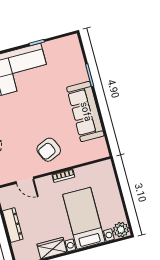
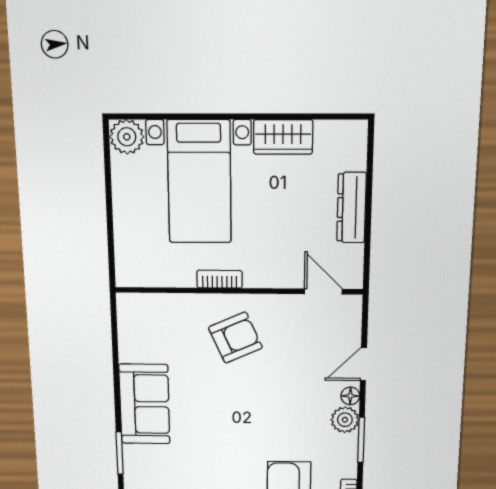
sofa: (85, 112) -> (144, 404), width x0.73
door: (25, 180) -> (323, 292), moved

